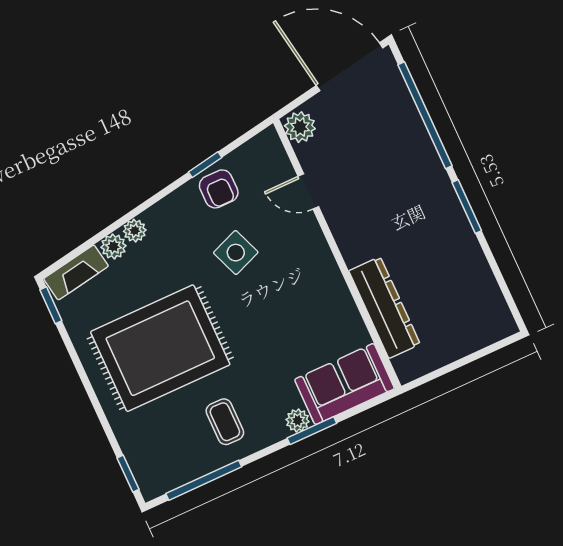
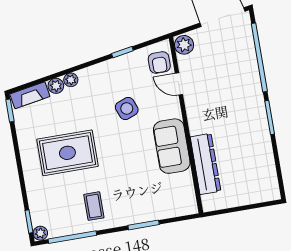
armchair: (219, 189) -> (159, 62), moved
rug: (160, 348) -> (67, 153), width x0.73, depth x0.69
sofa: (344, 384) -> (172, 146), moved, turned -90
plant: (298, 420) -> (40, 233), moved

